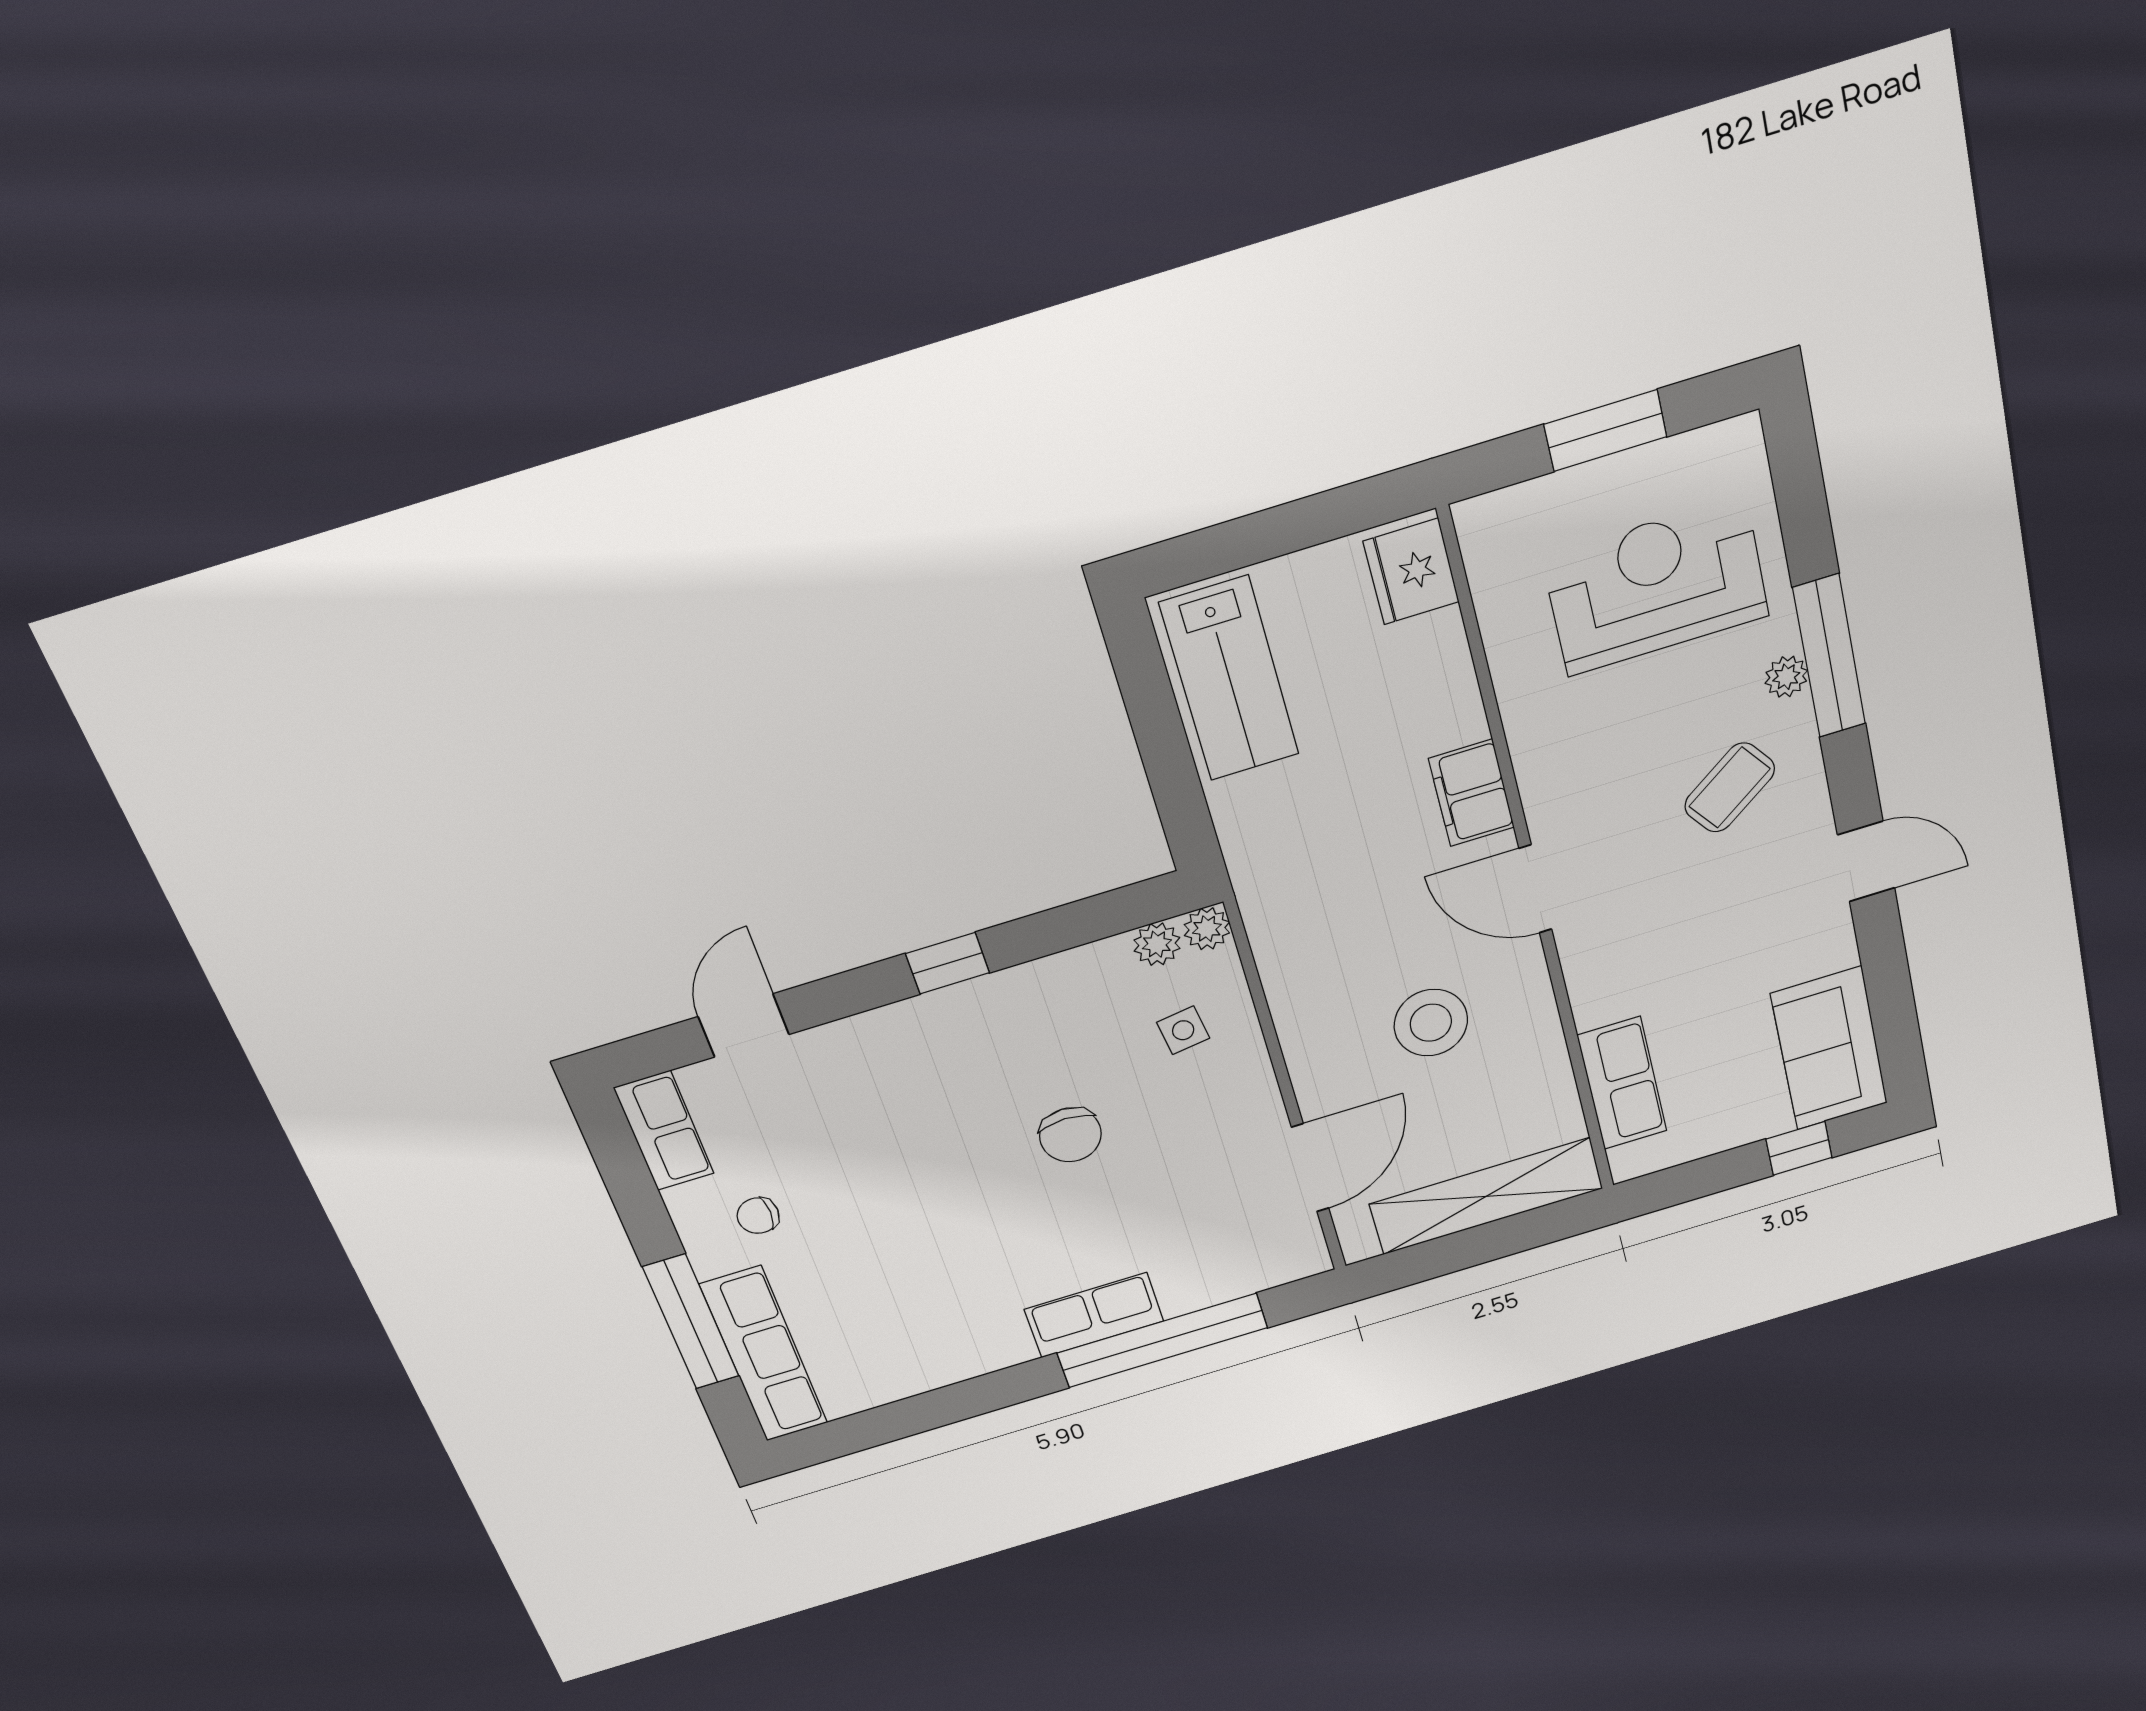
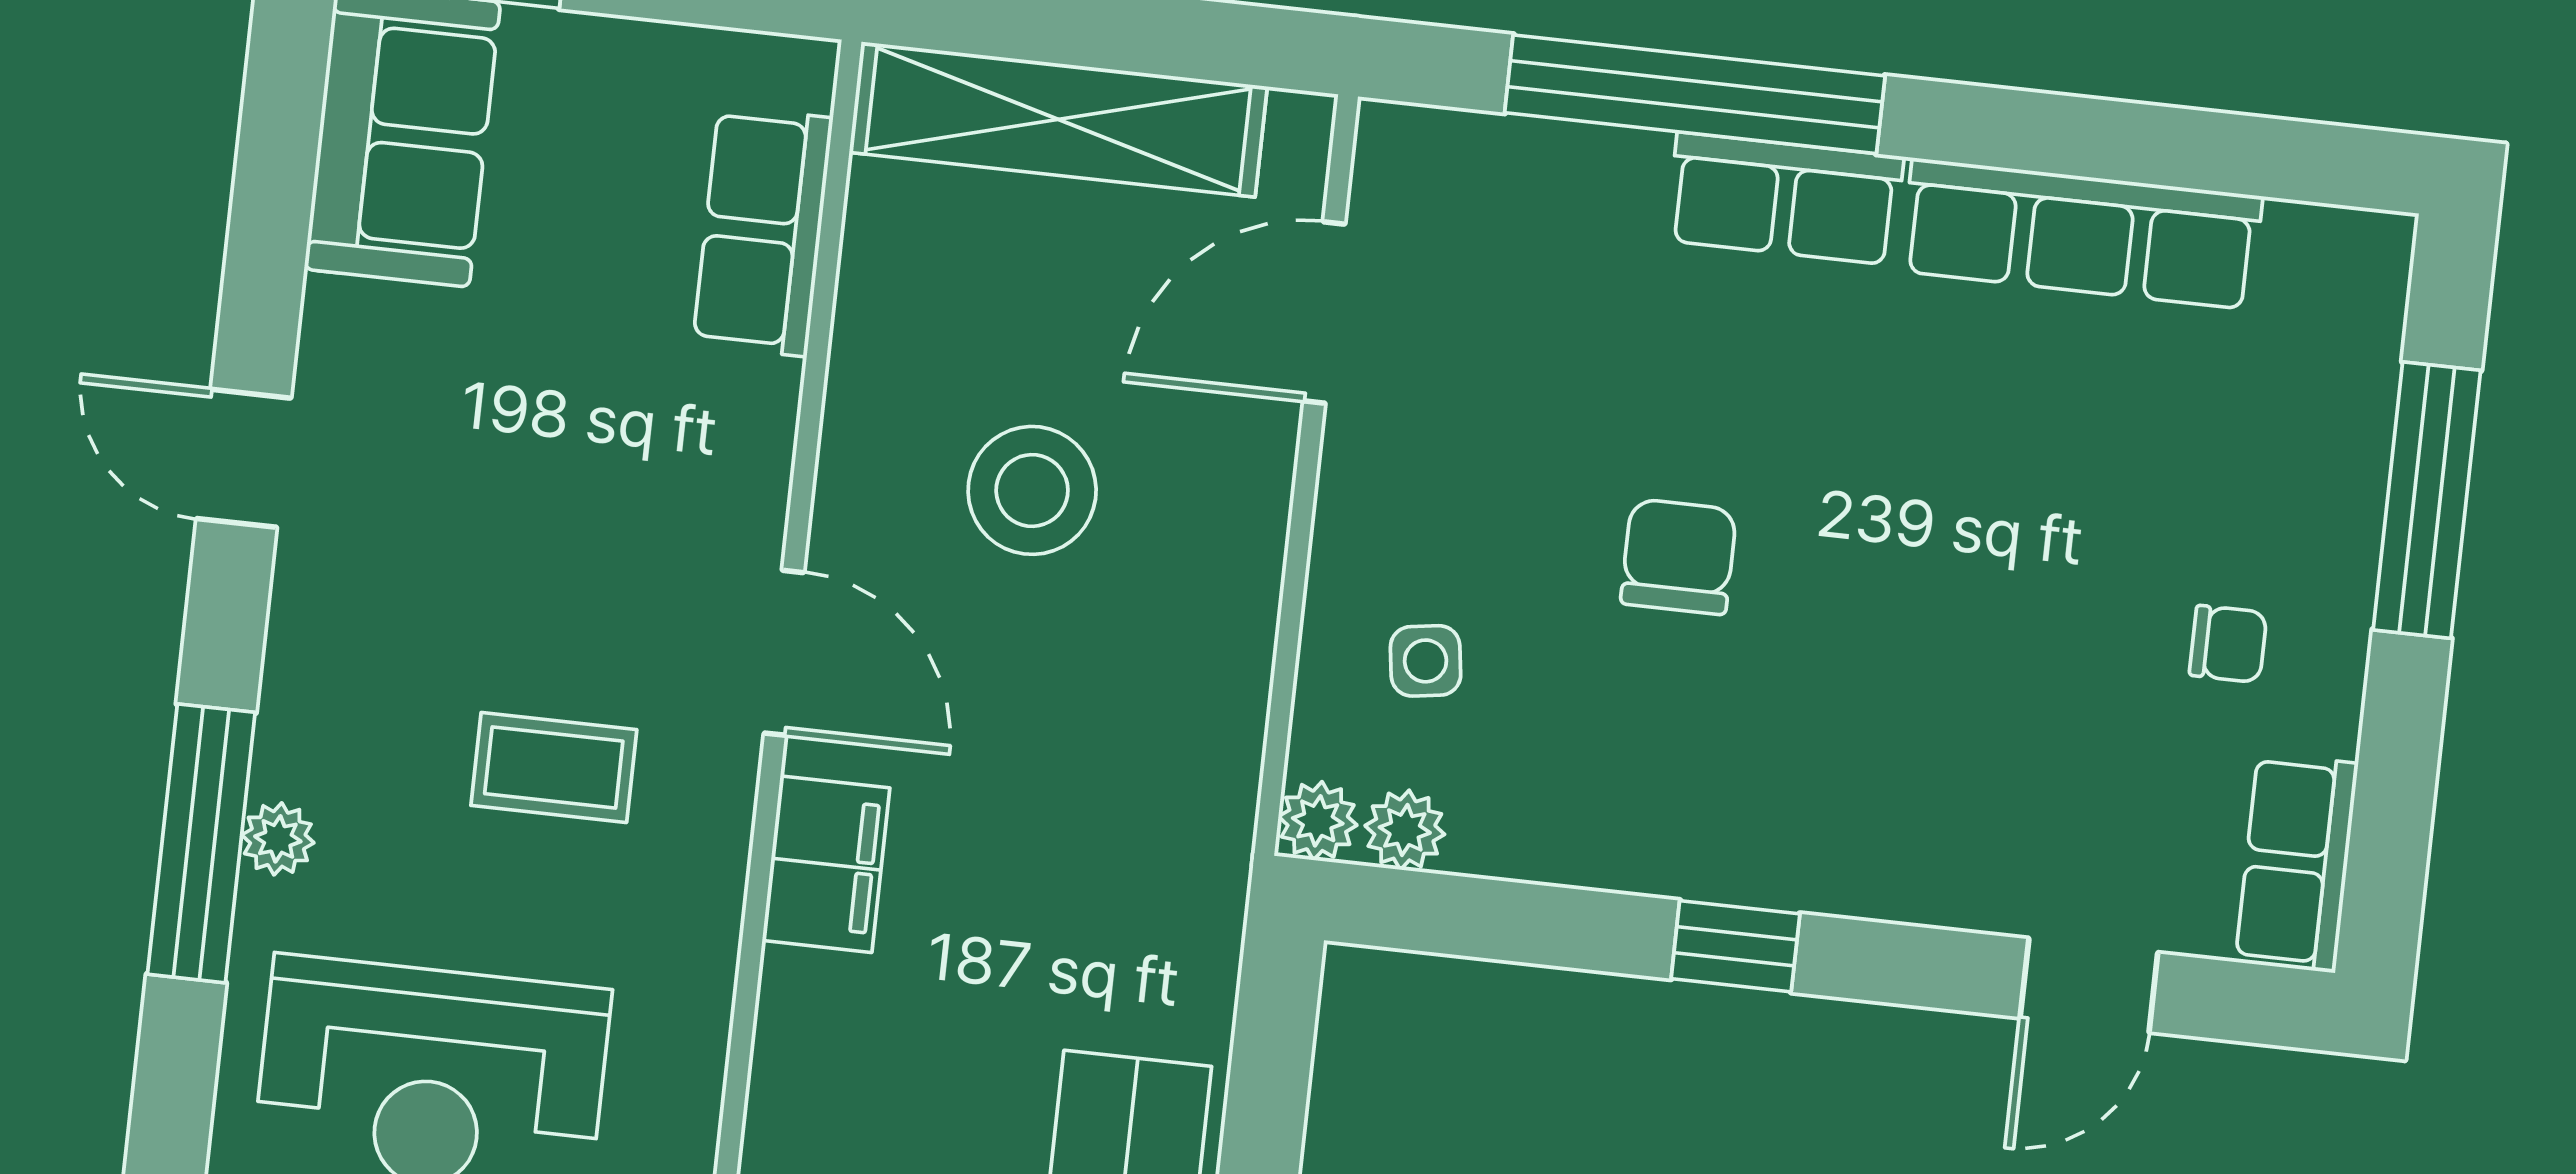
coffee table: (1730, 787) -> (554, 767), moved, turned 36
row of seats: (764, 1354) -> (2081, 234), moved, turned -90

